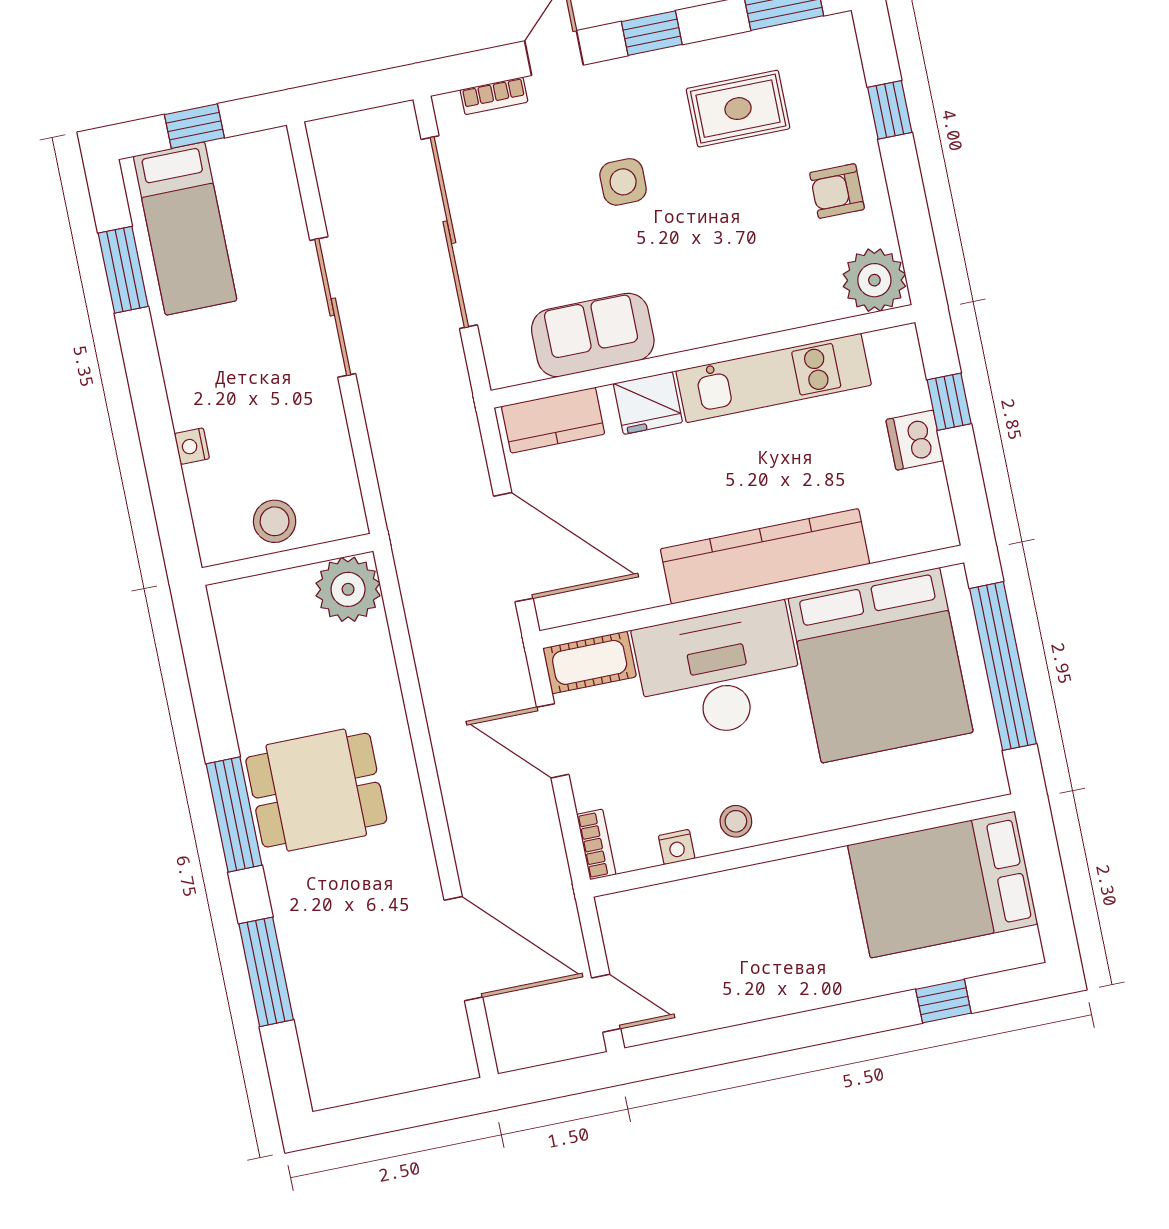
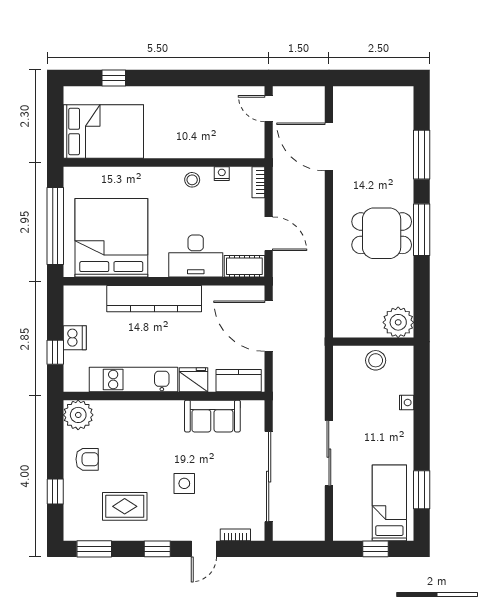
plant: (348, 589) -> (398, 322), moved
desk: (719, 672) -> (196, 256), width x0.73, depth x0.77

